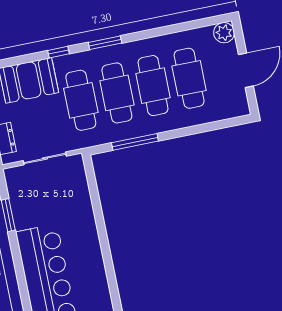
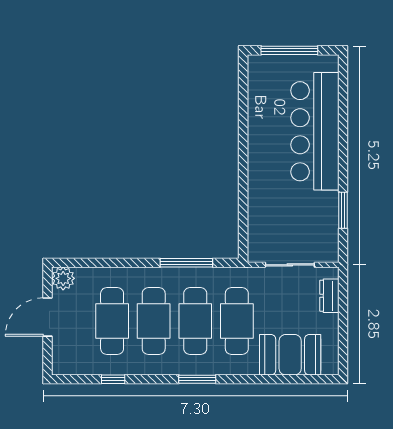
plant: (224, 33) -> (63, 278), moved
window: (59, 52) -> (113, 379), moved

